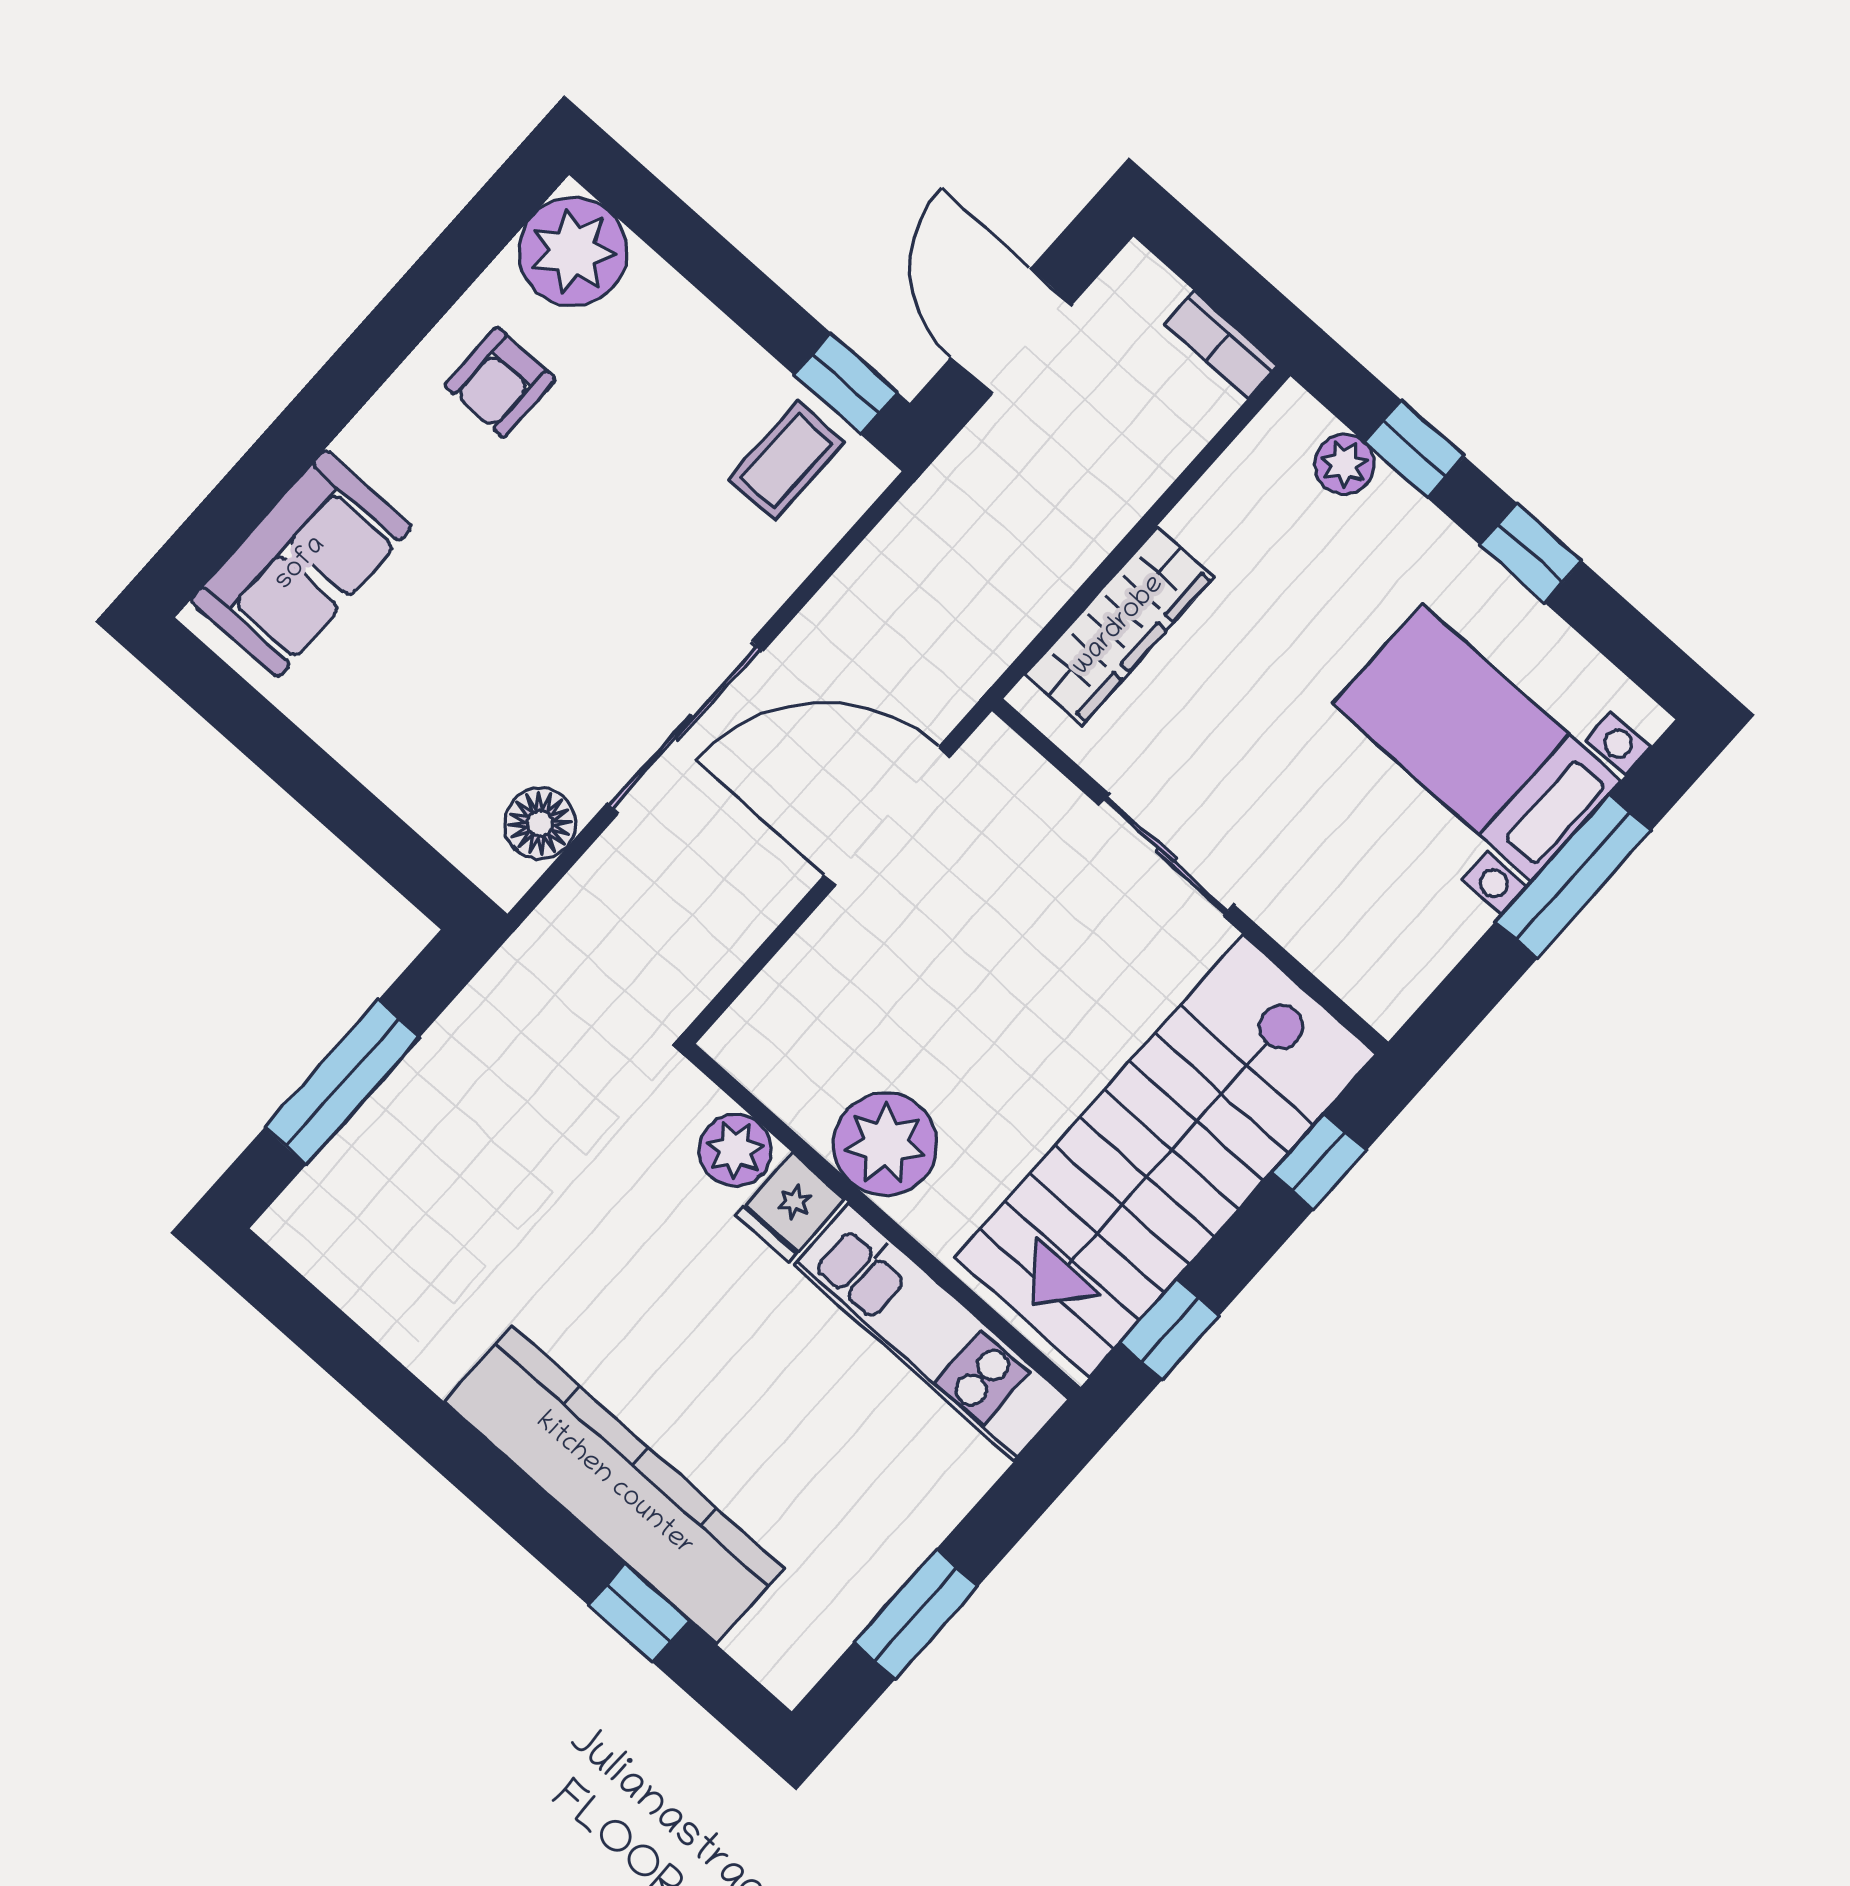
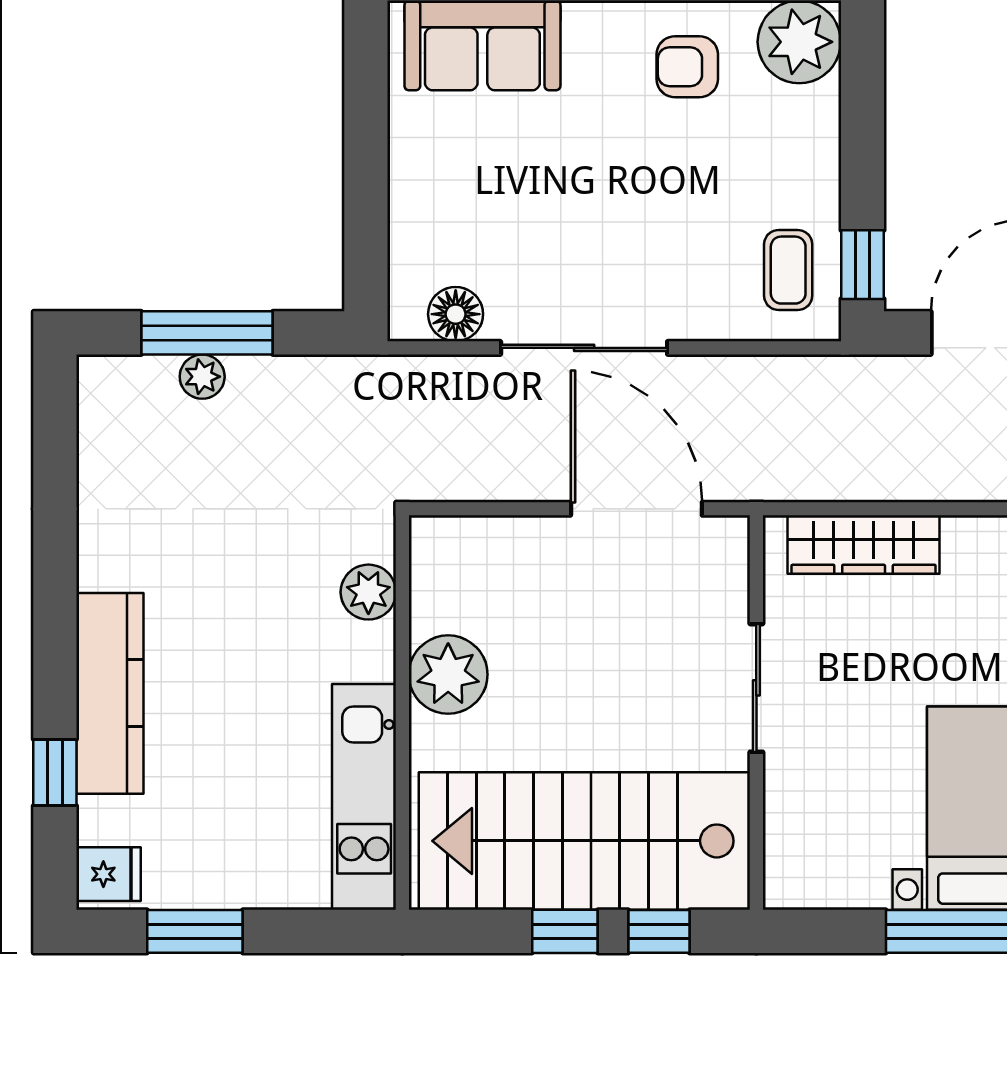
coffee table: (786, 461) -> (788, 270), turned 90
plant: (381, 1125) -> (202, 377), added
fridge: (790, 1207) -> (108, 874), moved, turned 180
window: (1170, 1329) -> (565, 931), moved
kitchen counter: (614, 1485) -> (110, 693), width x0.72, depth x0.86

